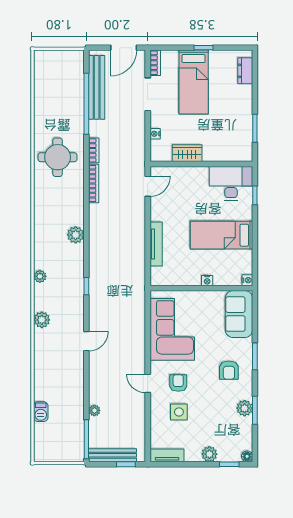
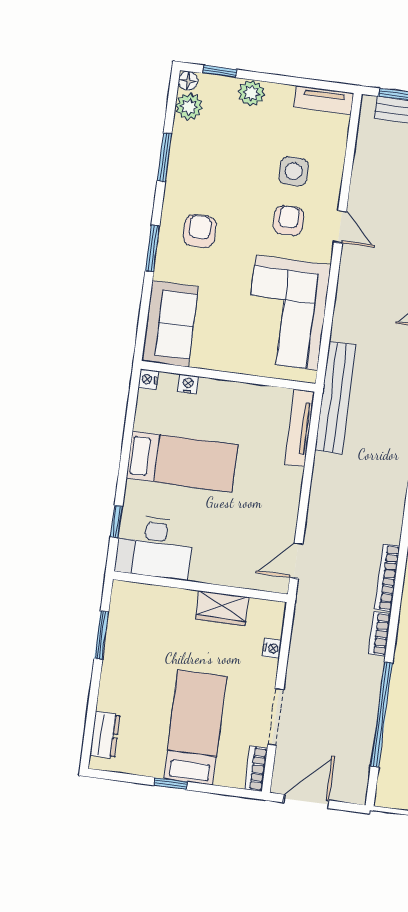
bench: (97, 87) -> (335, 398), moved
tv unit: (156, 244) -> (299, 428), moved
nightstand: (207, 281) -> (188, 384), moved
armchair: (178, 383) -> (289, 221), turned 180
plant: (245, 408) -> (189, 107), moved

